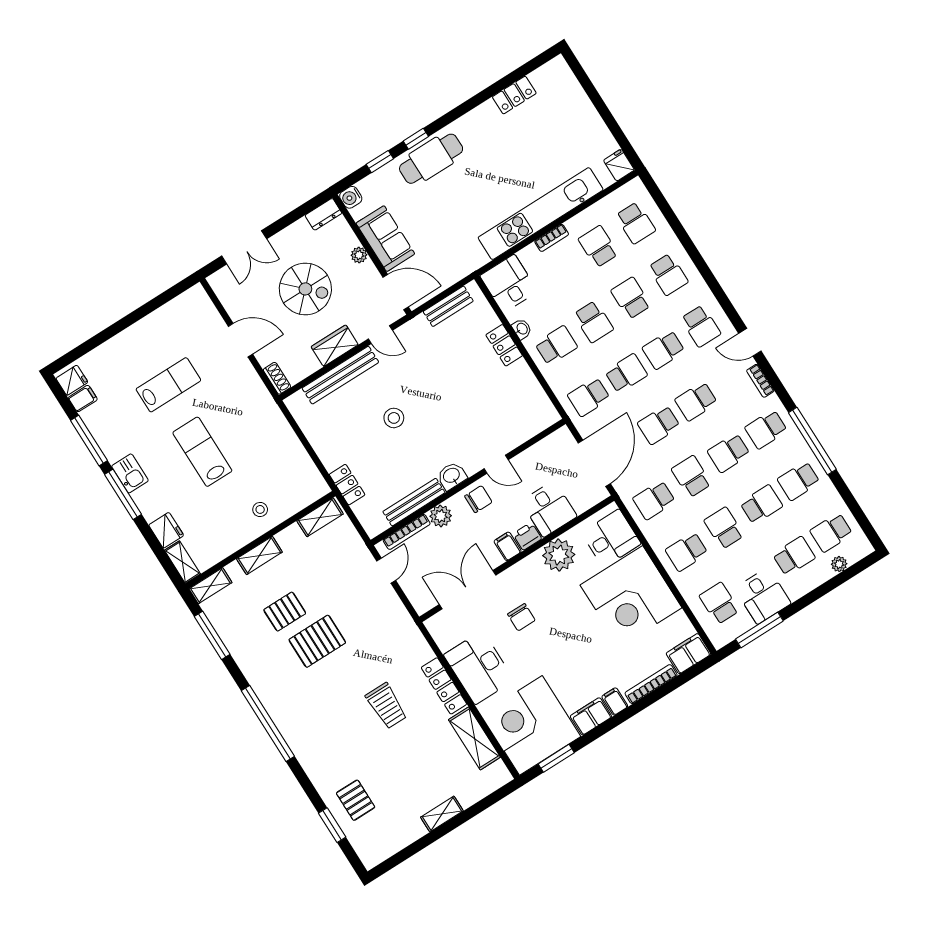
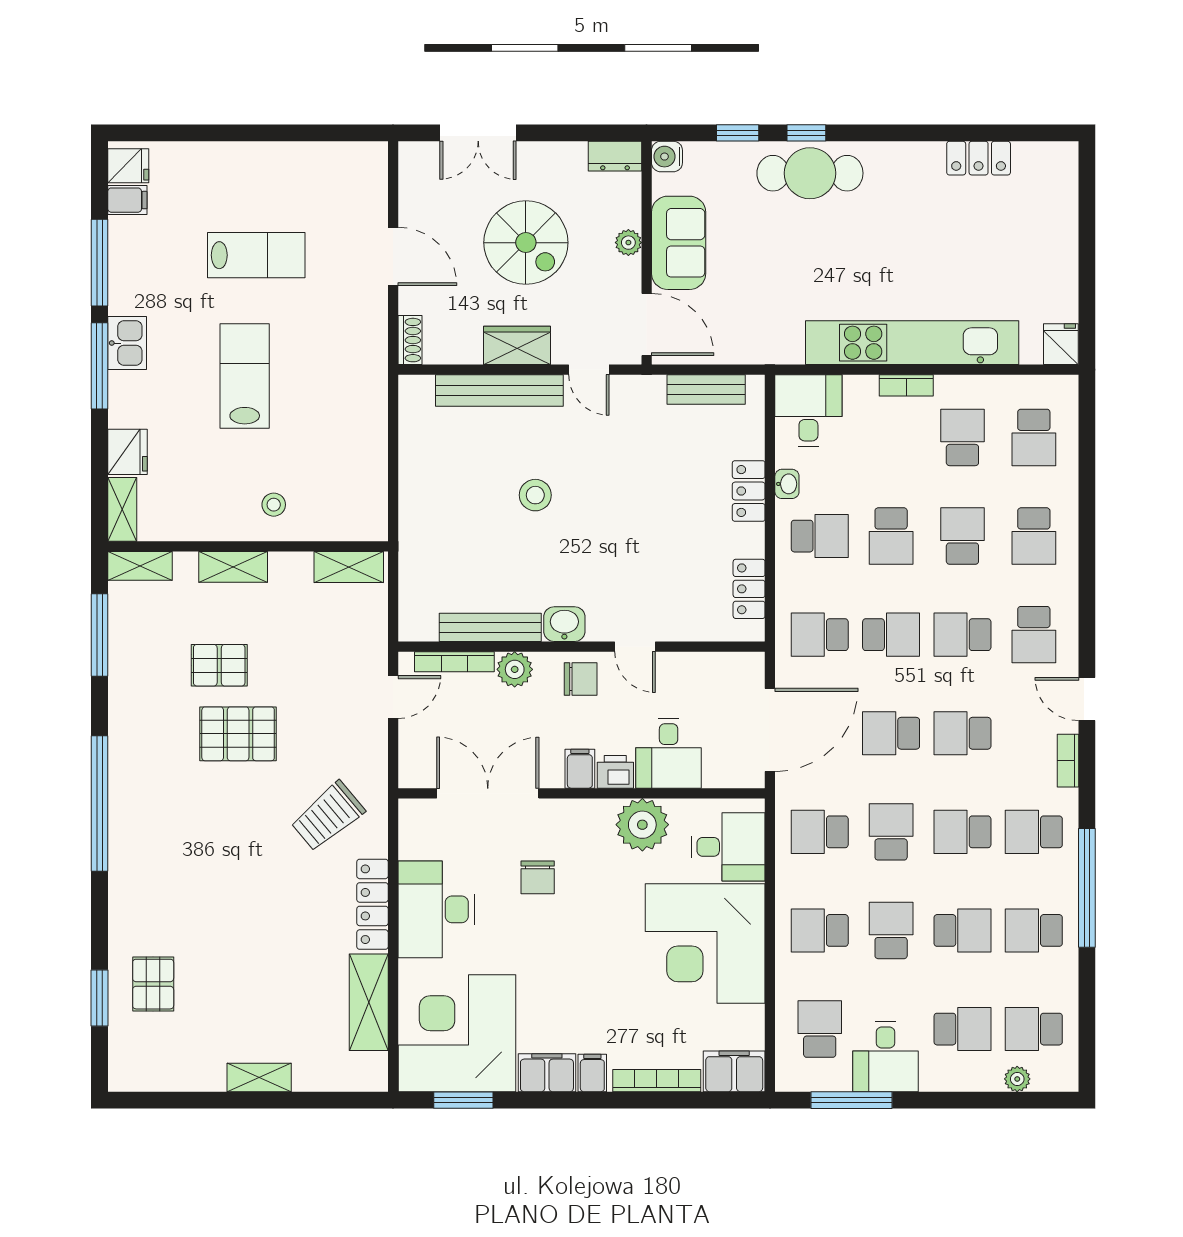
locker: (347, 485) -> (749, 589), moved, turned 180
trolley: (386, 706) -> (328, 816), moved, turned 50

